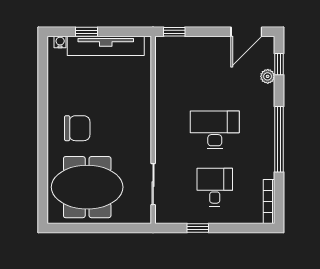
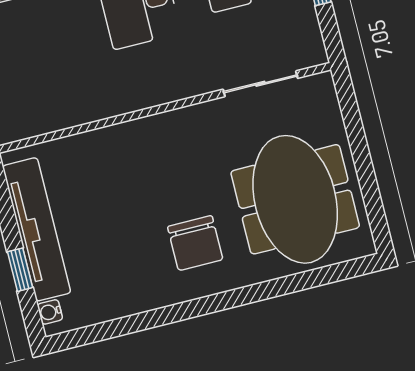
chair: (77, 128) -> (195, 243), turned 180

